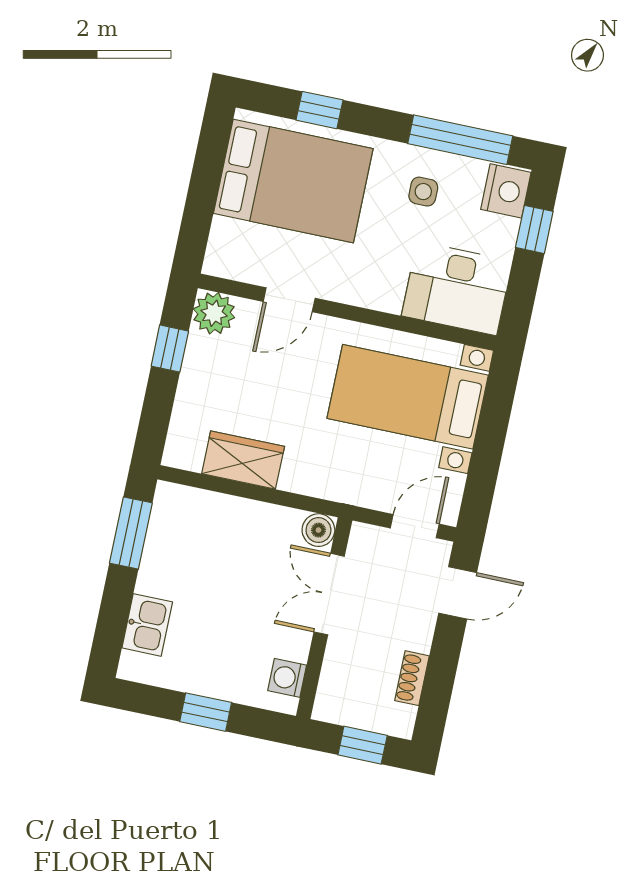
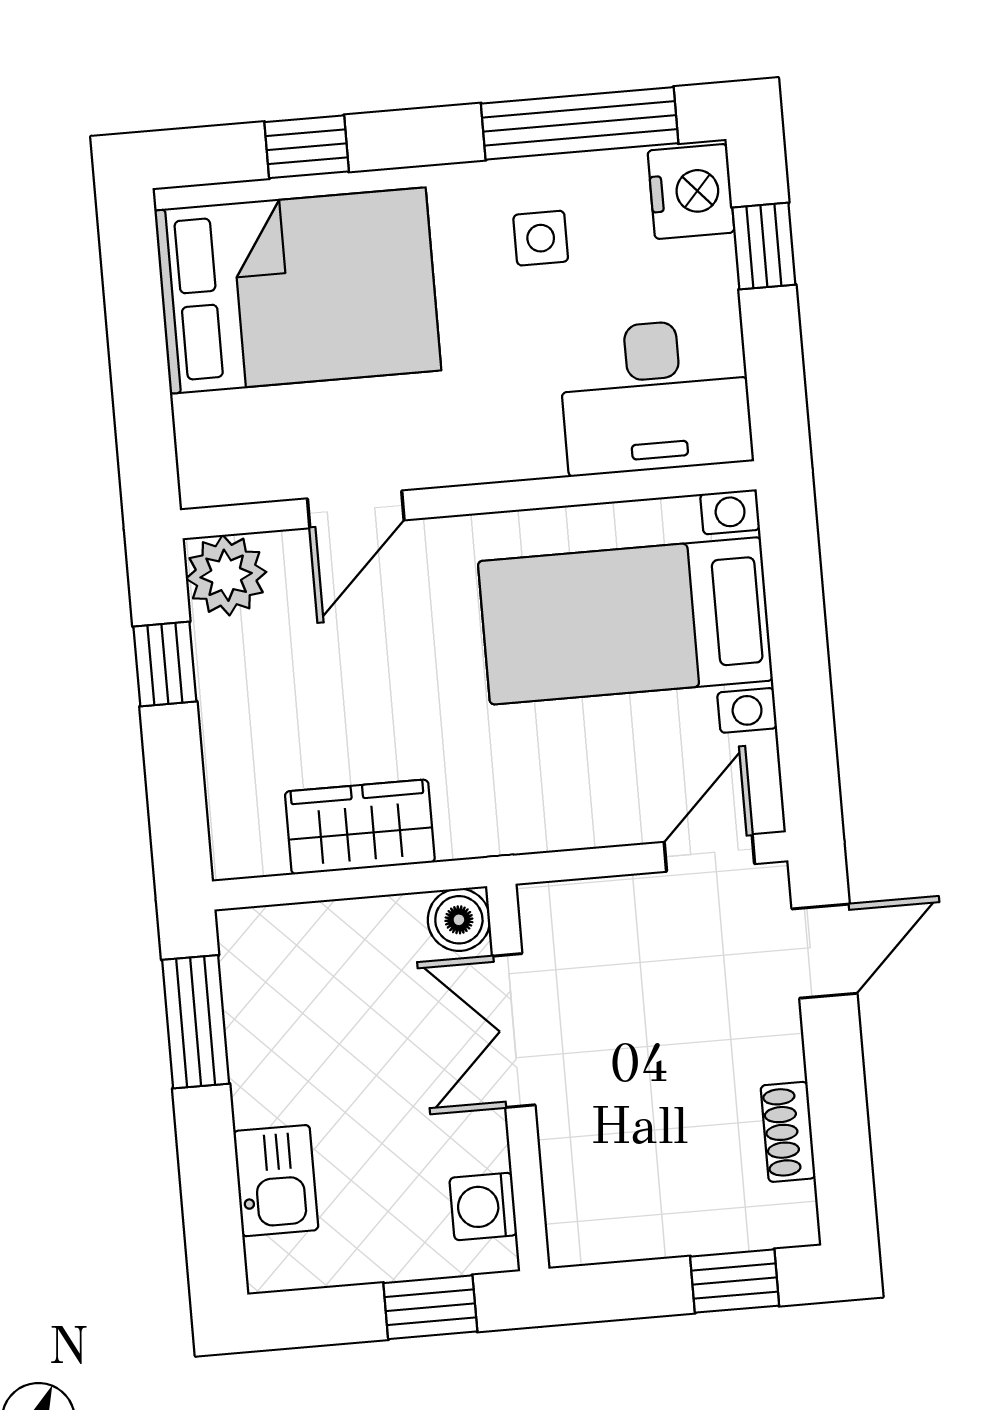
boiler: (318, 530) -> (459, 920), moved
double door: (329, 594) -> (514, 1030), moved
wall: (324, 618) -> (518, 1077), moved
washing machine: (287, 678) -> (483, 1206), moved

